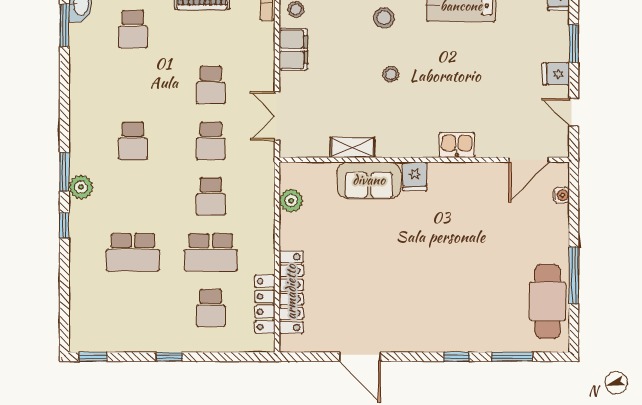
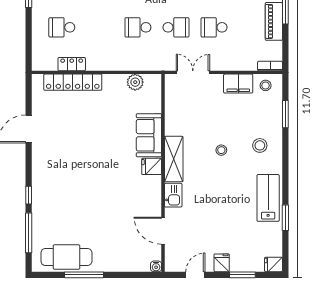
school desk: (211, 141) -> (176, 27), turned 180
shelving: (352, 147) -> (174, 159), moved, width x1.50, depth x1.33
door: (529, 160) -> (163, 231), moved
water cooler: (561, 195) -> (156, 266), moved
school desk: (211, 252) -> (100, 27), removed
locker: (265, 304) -> (72, 64), width x0.66
window: (512, 357) -> (29, 233), width x1.44

